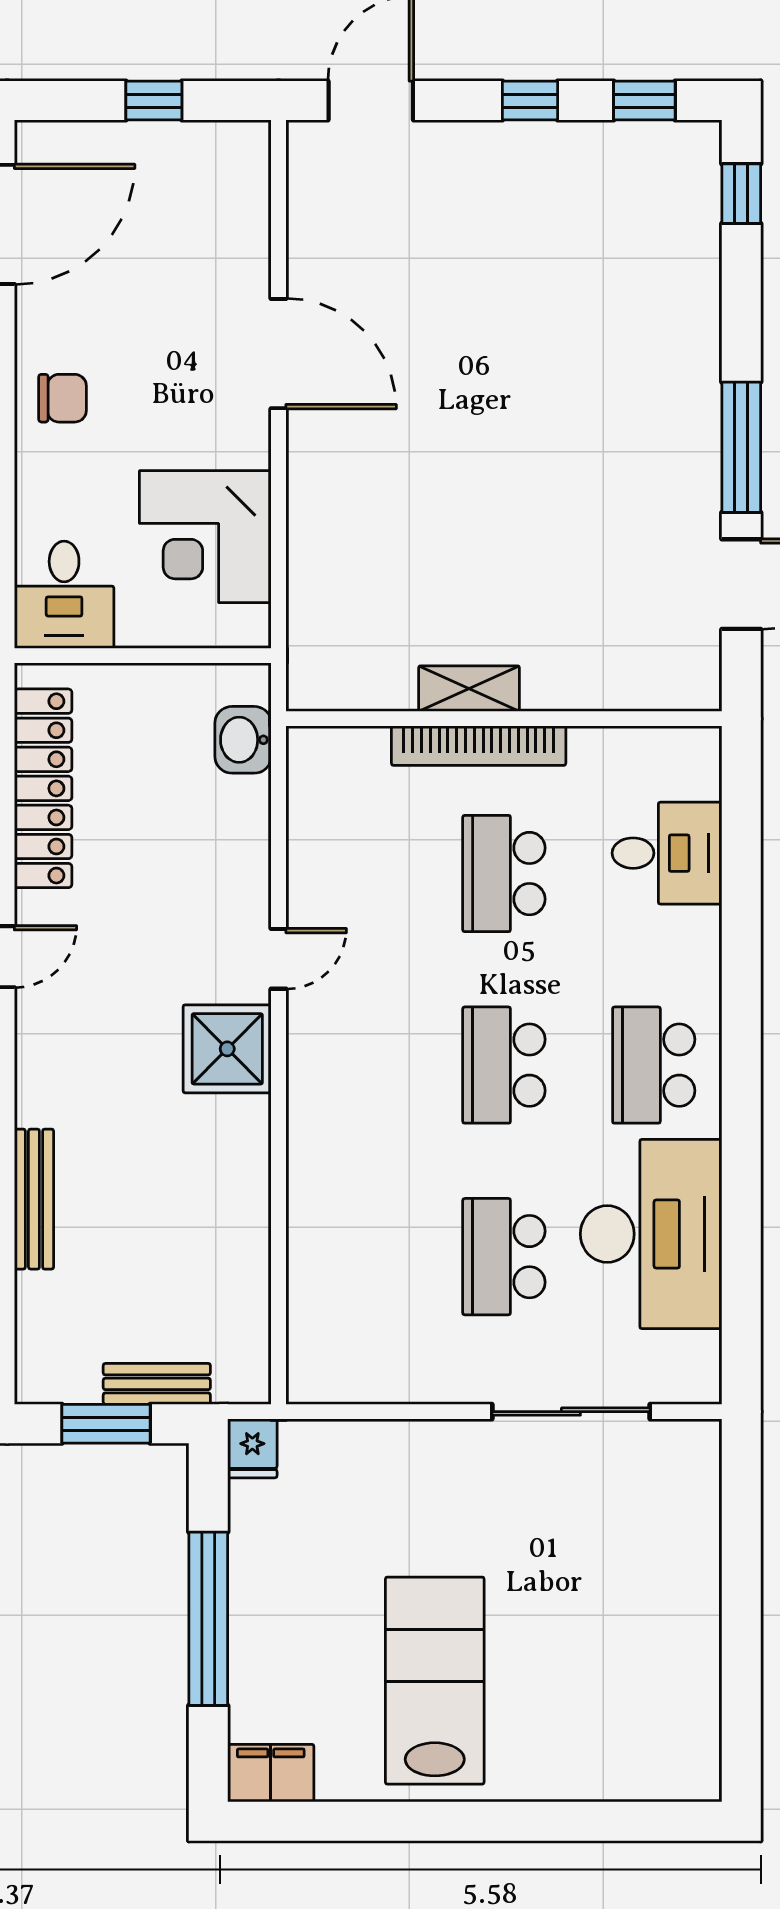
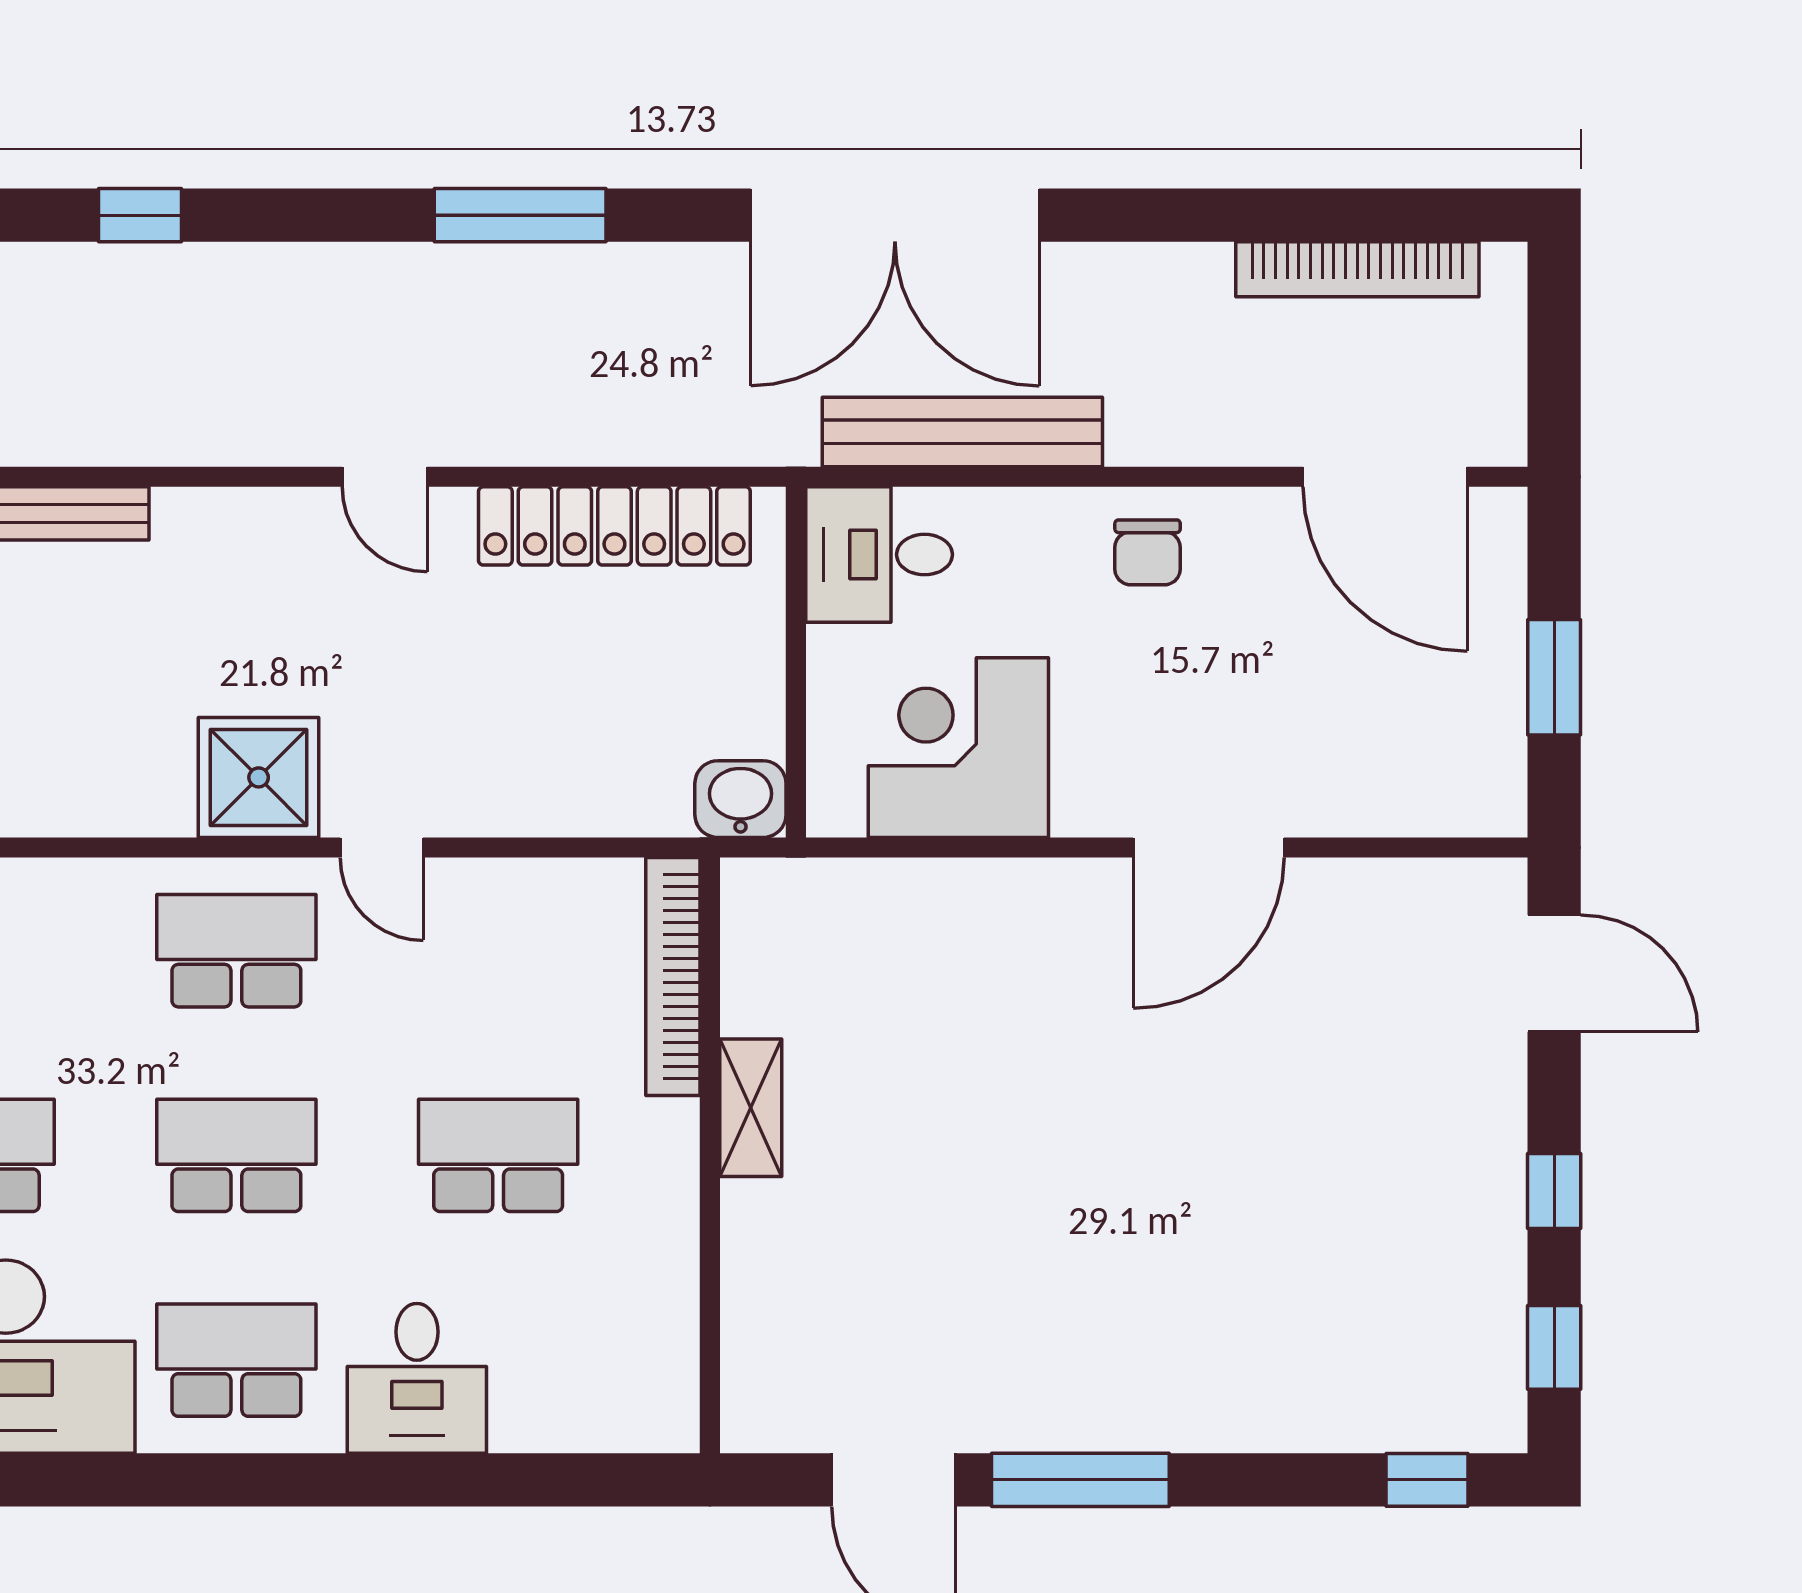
window: (154, 101) -> (1554, 677), width x1.50
washbasin: (243, 740) -> (740, 799), moved
bookcase: (479, 746) -> (673, 976), moved
desk: (667, 853) -> (417, 1378), moved
school desk: (354, 1065) -> (236, 951), added

